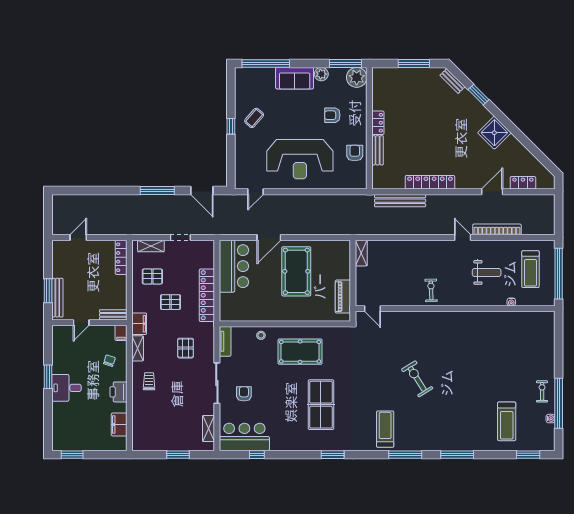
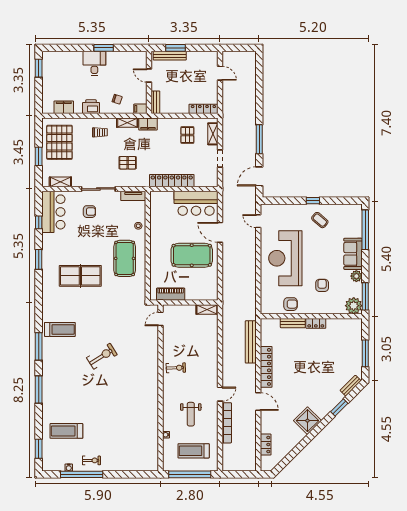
door: (492, 192) -> (258, 401), moved
pallet: (170, 302) -> (59, 142), moved, width x2.05, depth x2.00
window: (333, 455) -> (39, 259), moved

